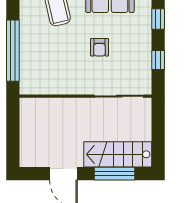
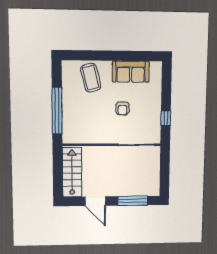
window: (158, 19) -> (166, 87), removed
stairs: (118, 154) -> (72, 172), moved, turned 90

